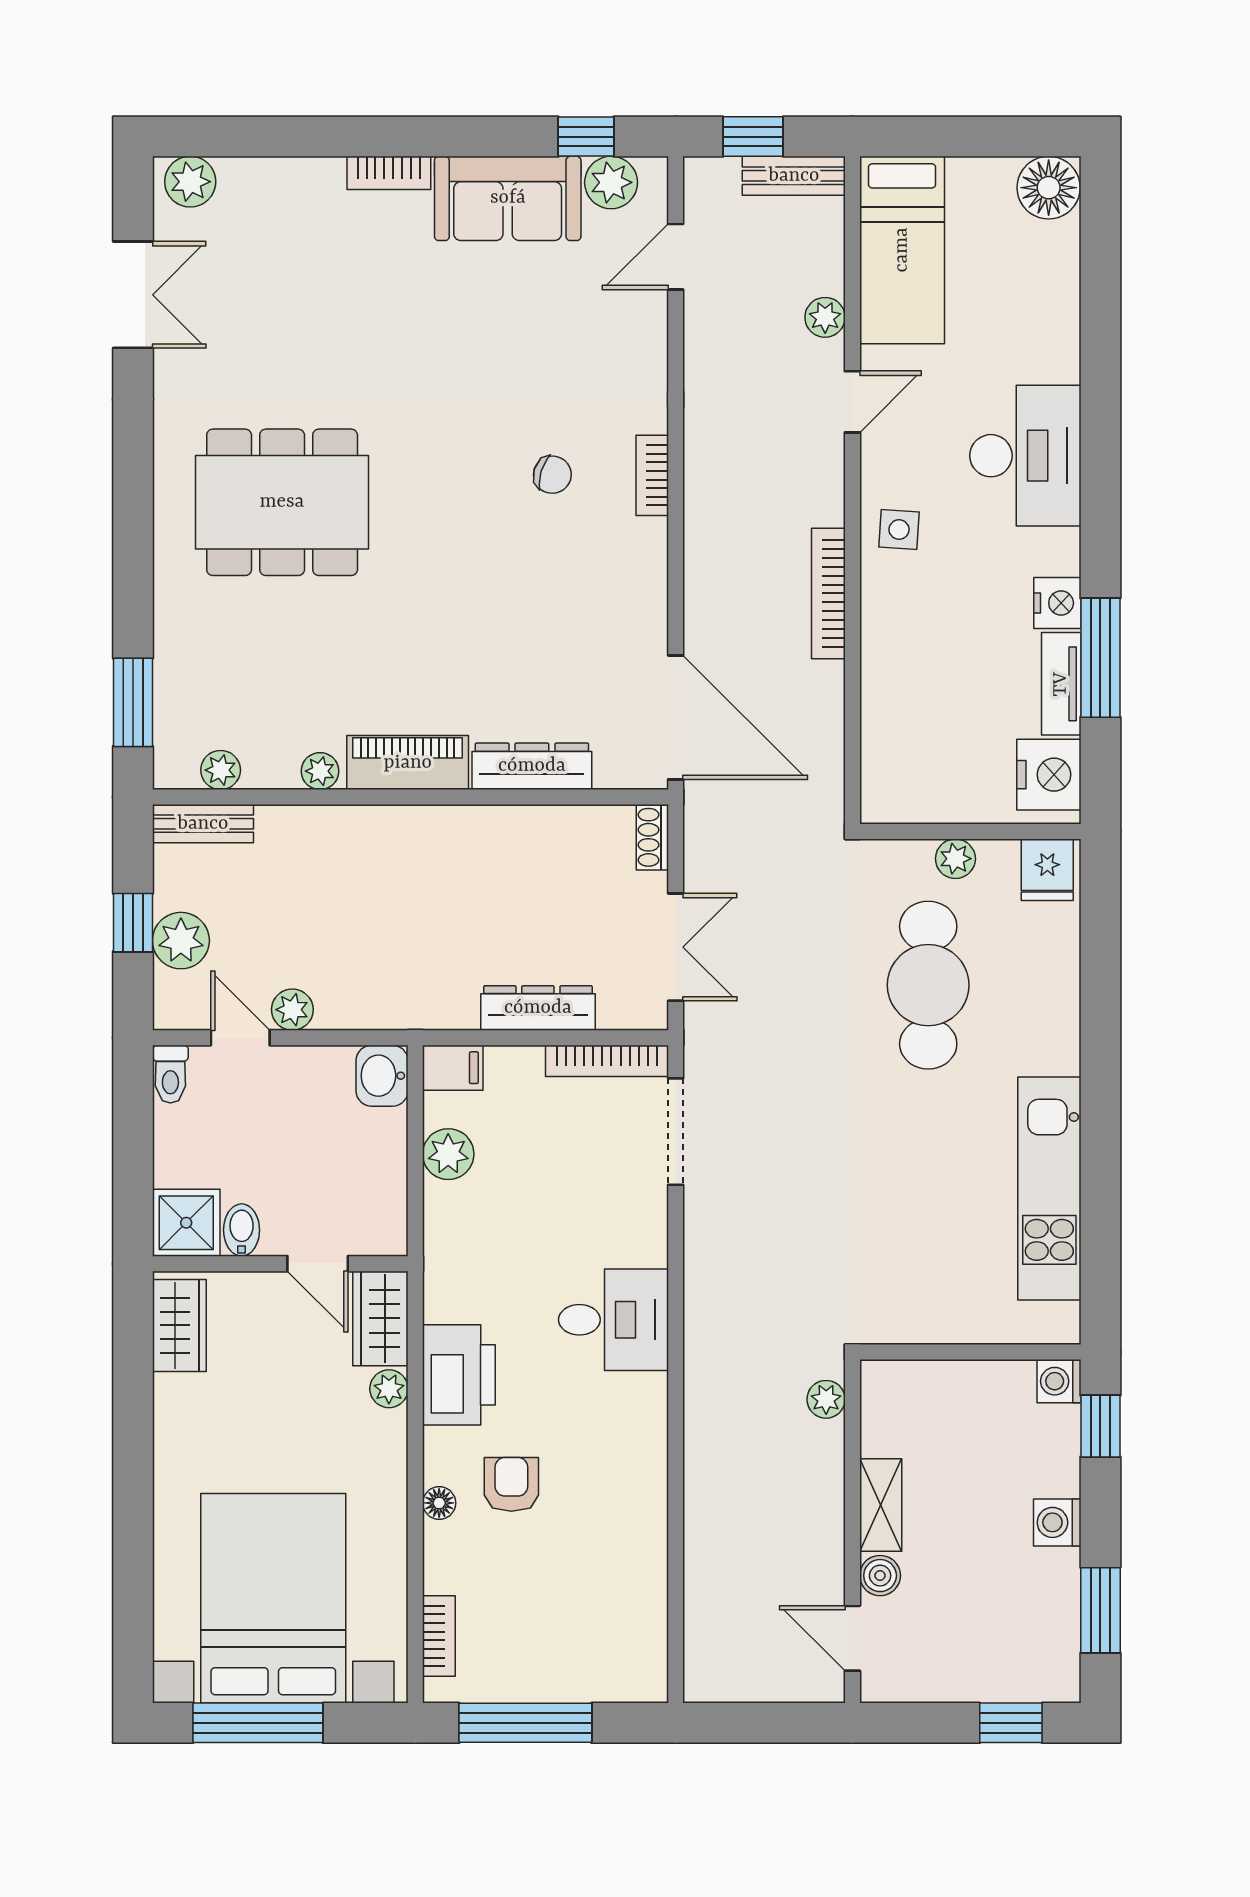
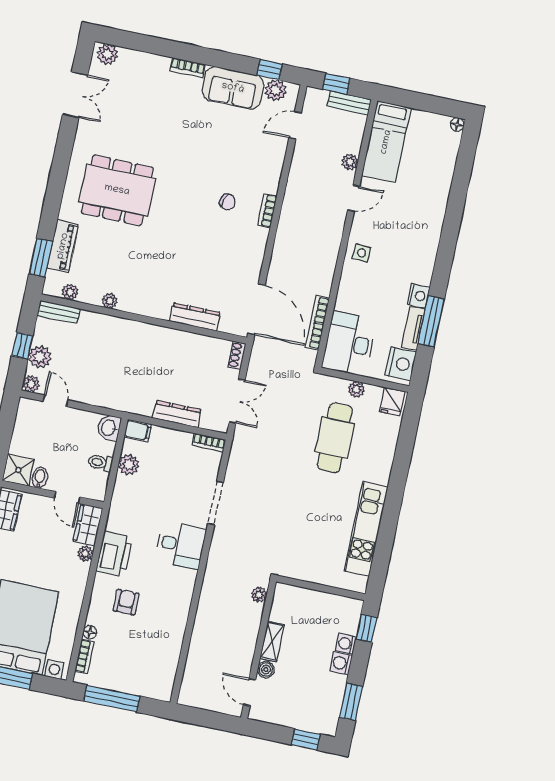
floor lamp: (1049, 188) -> (457, 124), width x0.53, depth x0.53
desk: (1025, 456) -> (349, 343), moved, turned 180
bookcase: (828, 593) -> (317, 323), moved
piano: (408, 763) -> (63, 246), moved, turned 90
plant: (292, 1010) -> (31, 384), moved
bookcase: (607, 1061) -> (209, 443), width x0.64
toilet: (170, 1074) -> (100, 463), moved, turned 90
doorway: (676, 1132) -> (216, 503), moved
washing machine: (1059, 1381) -> (346, 644), moved
floor lamp: (439, 1503) -> (90, 632), moved

